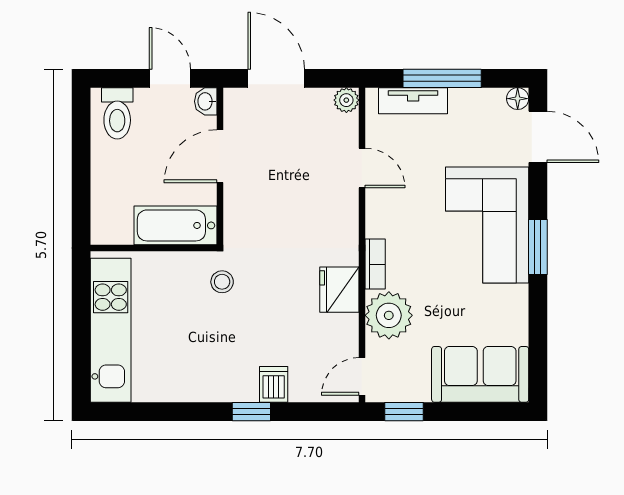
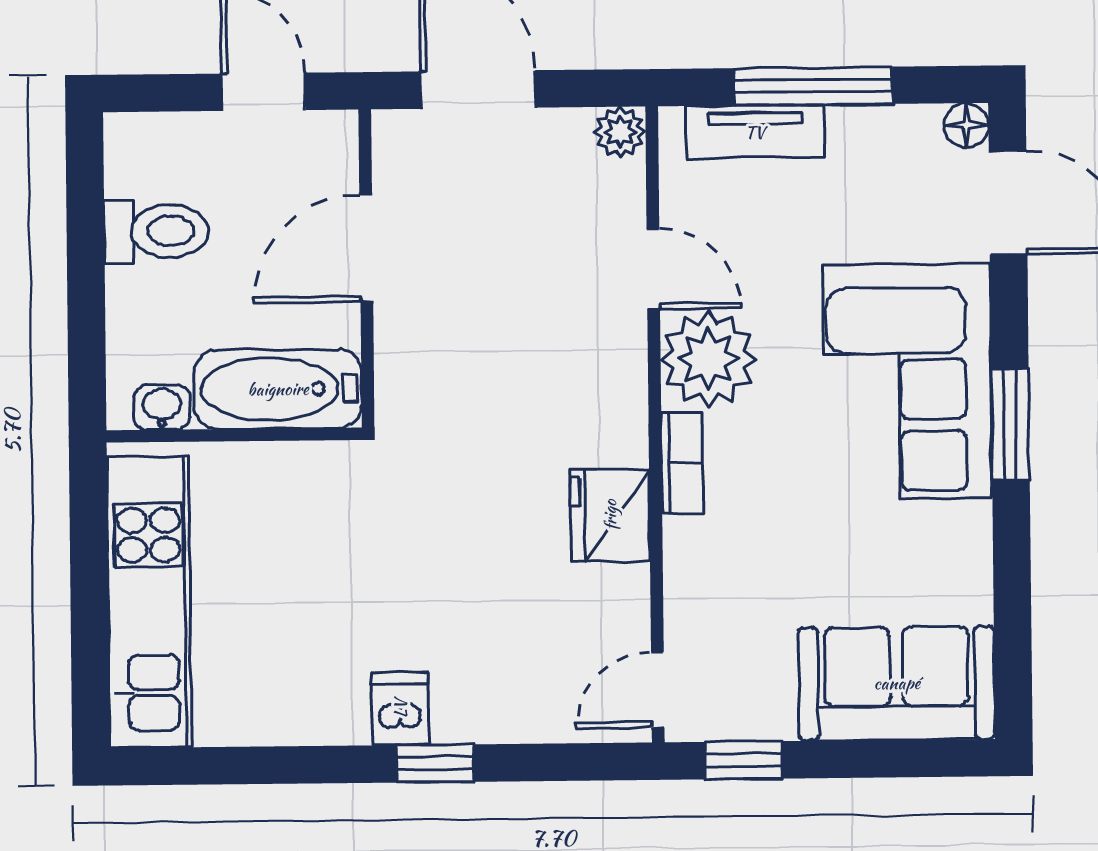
washbasin: (206, 101) -> (162, 407), moved, turned 90
toilet: (117, 113) -> (156, 231), moved, turned -90
stool: (222, 282) -> (373, 502), removed
plant: (389, 315) -> (708, 359), moved
dishwasher: (274, 384) -> (400, 709), moved

